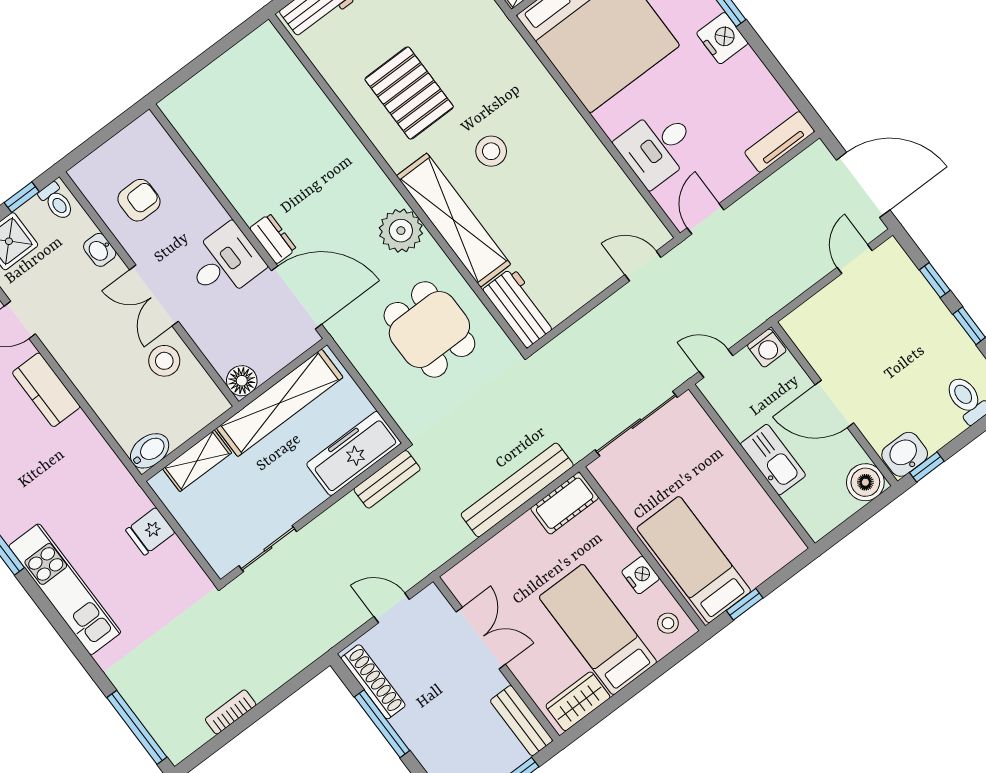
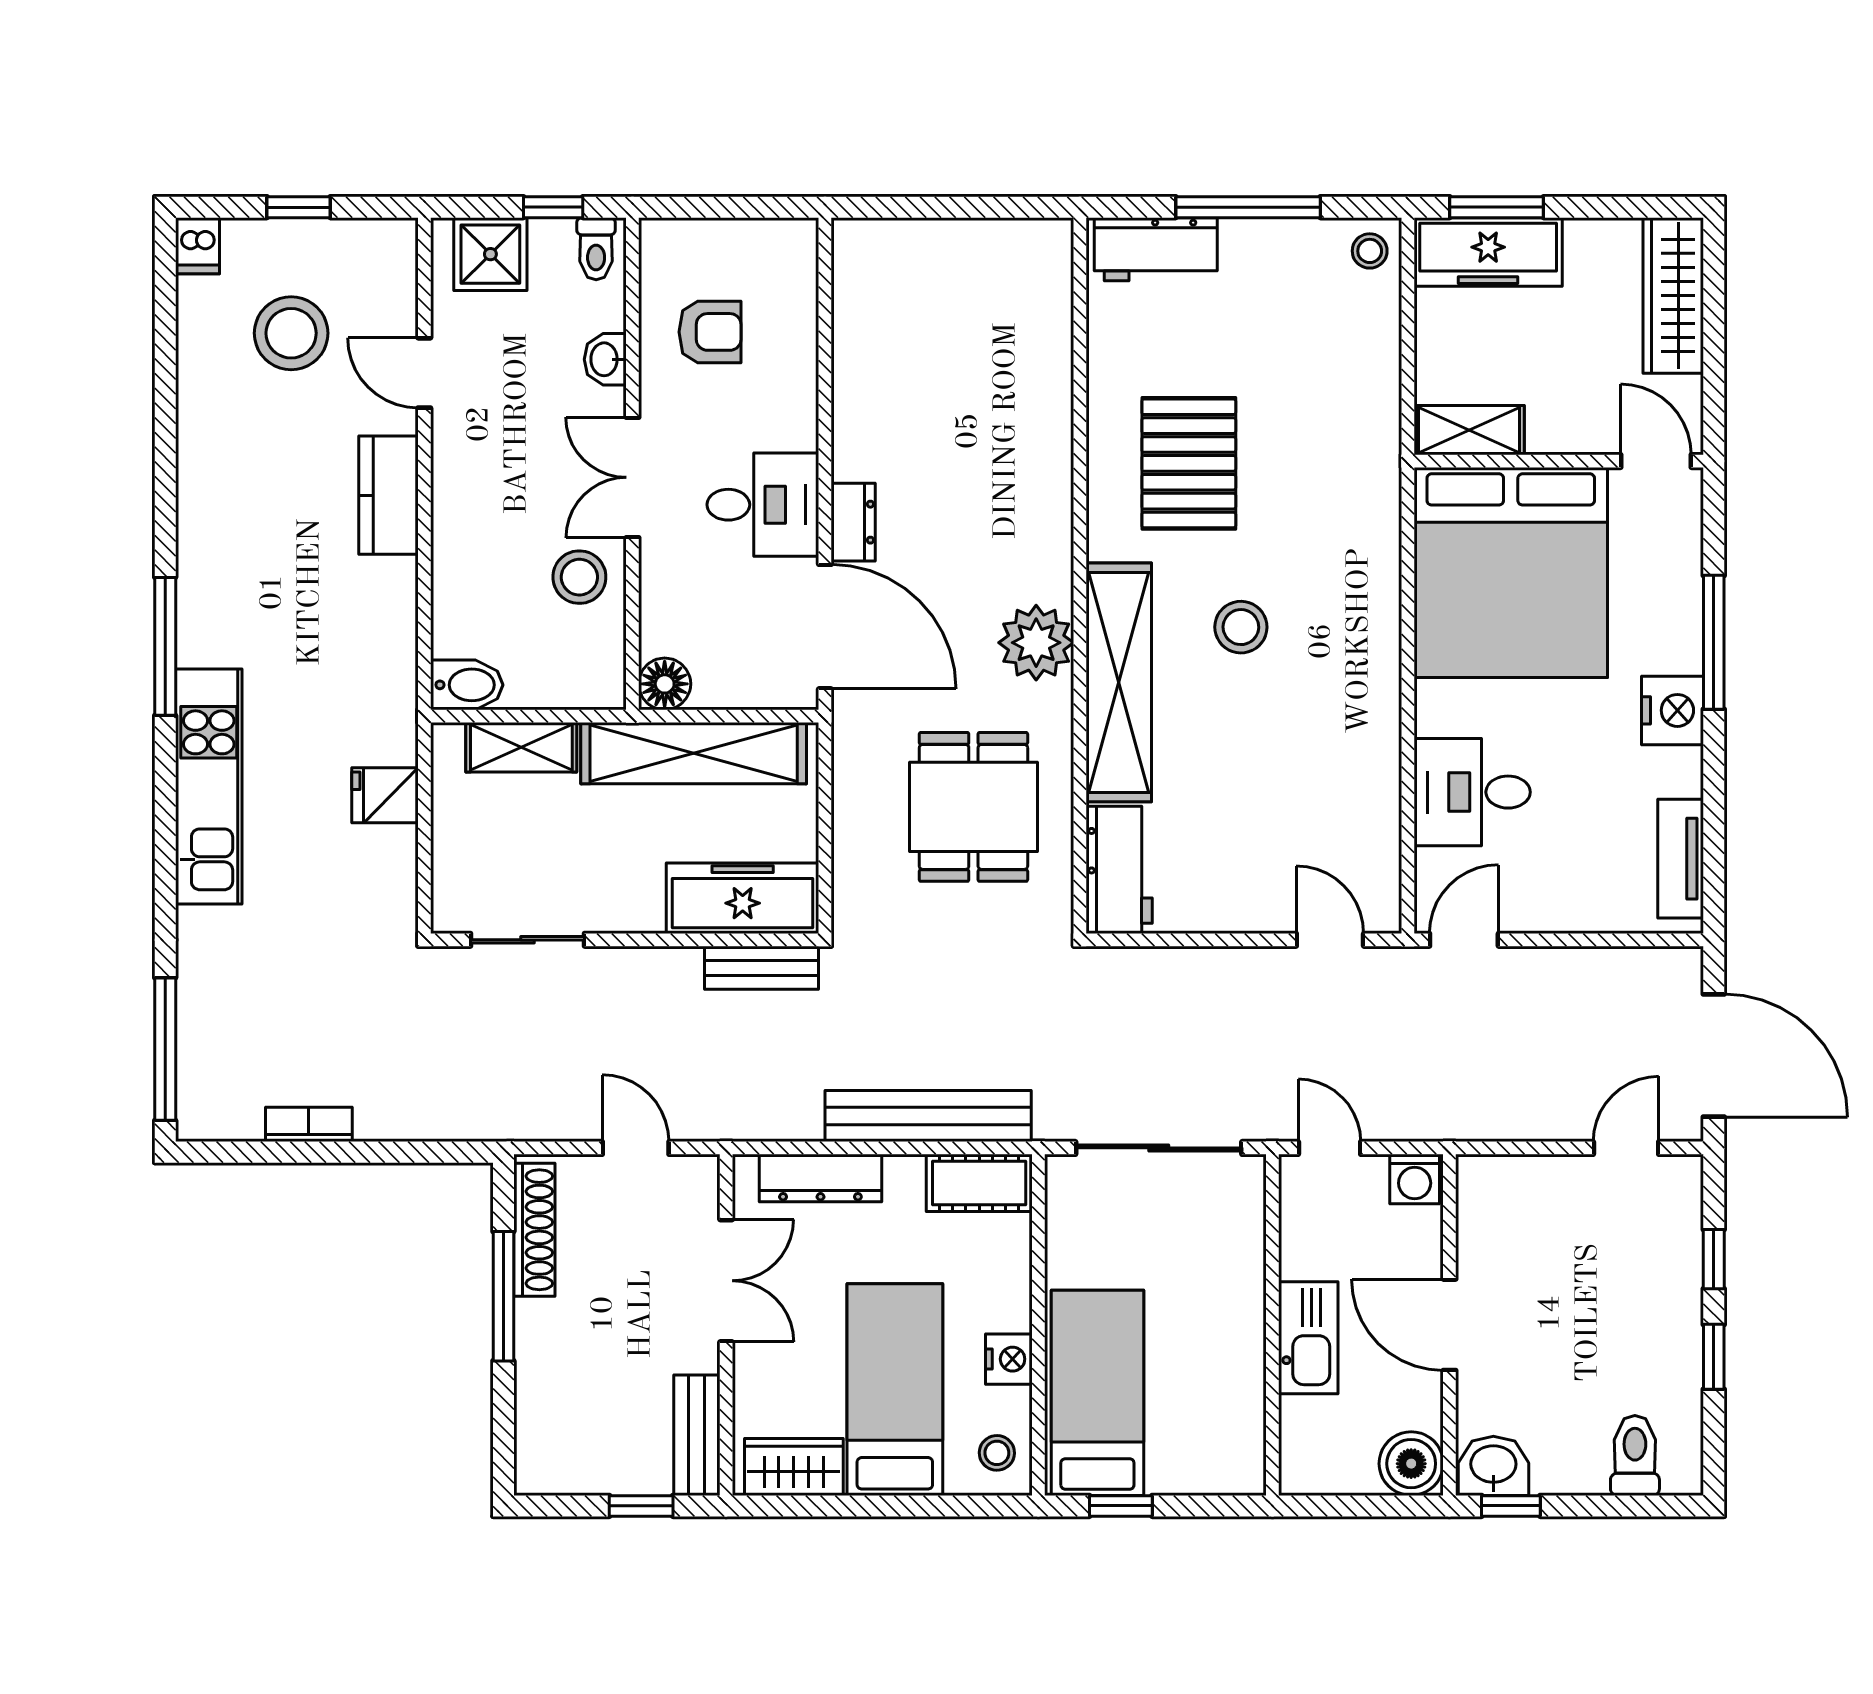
tv unit: (779, 142) -> (1681, 859), moved, turned -90
dresser: (489, 557) -> (820, 1178), added

